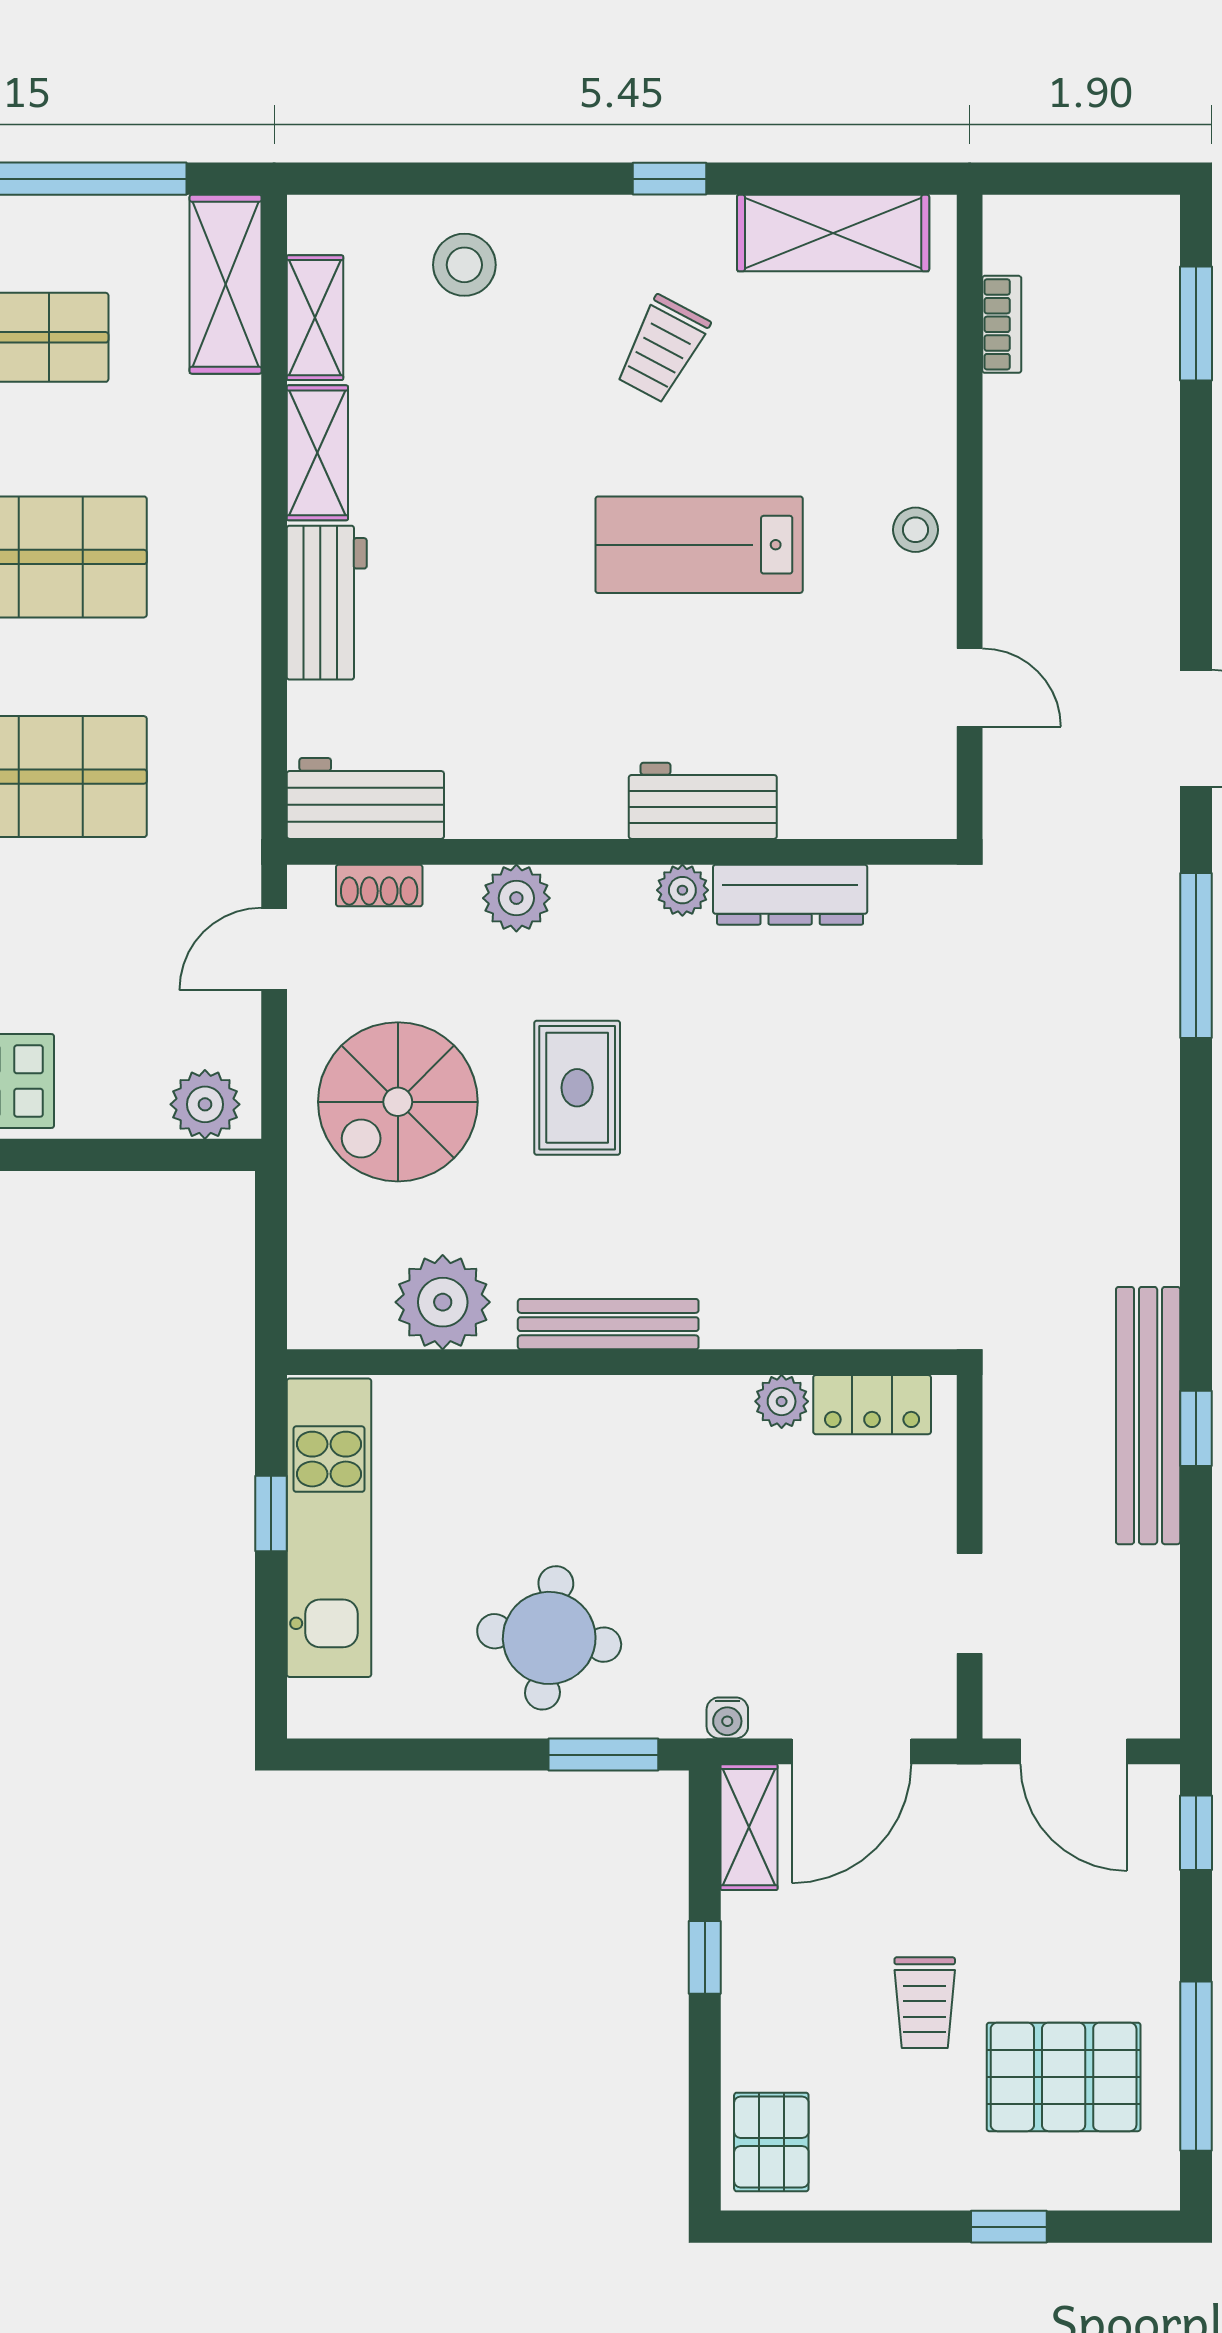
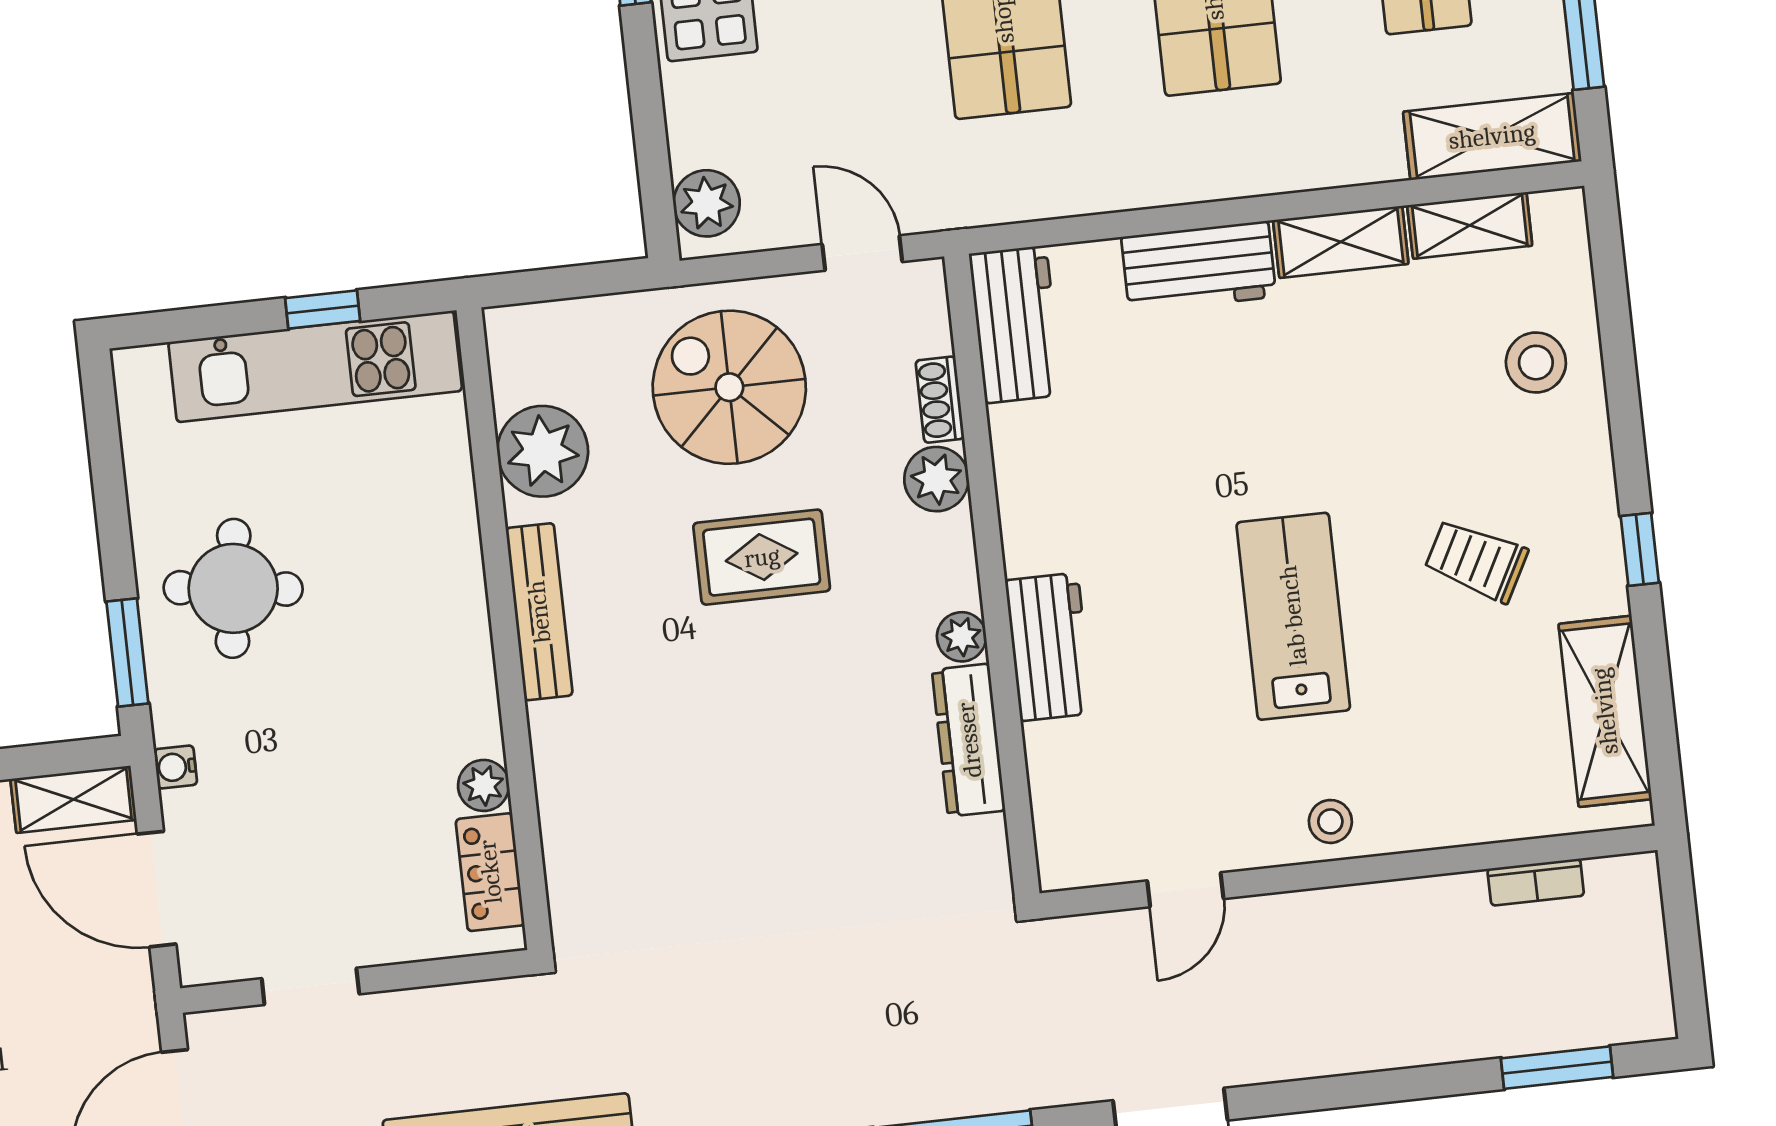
shoe rack: (379, 885) -> (940, 400), moved

